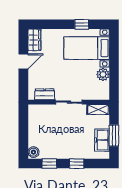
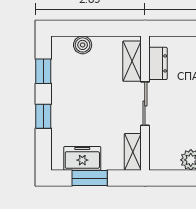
shelving: (43, 110) -> (132, 61), added
boiler: (33, 152) -> (83, 45), moved

